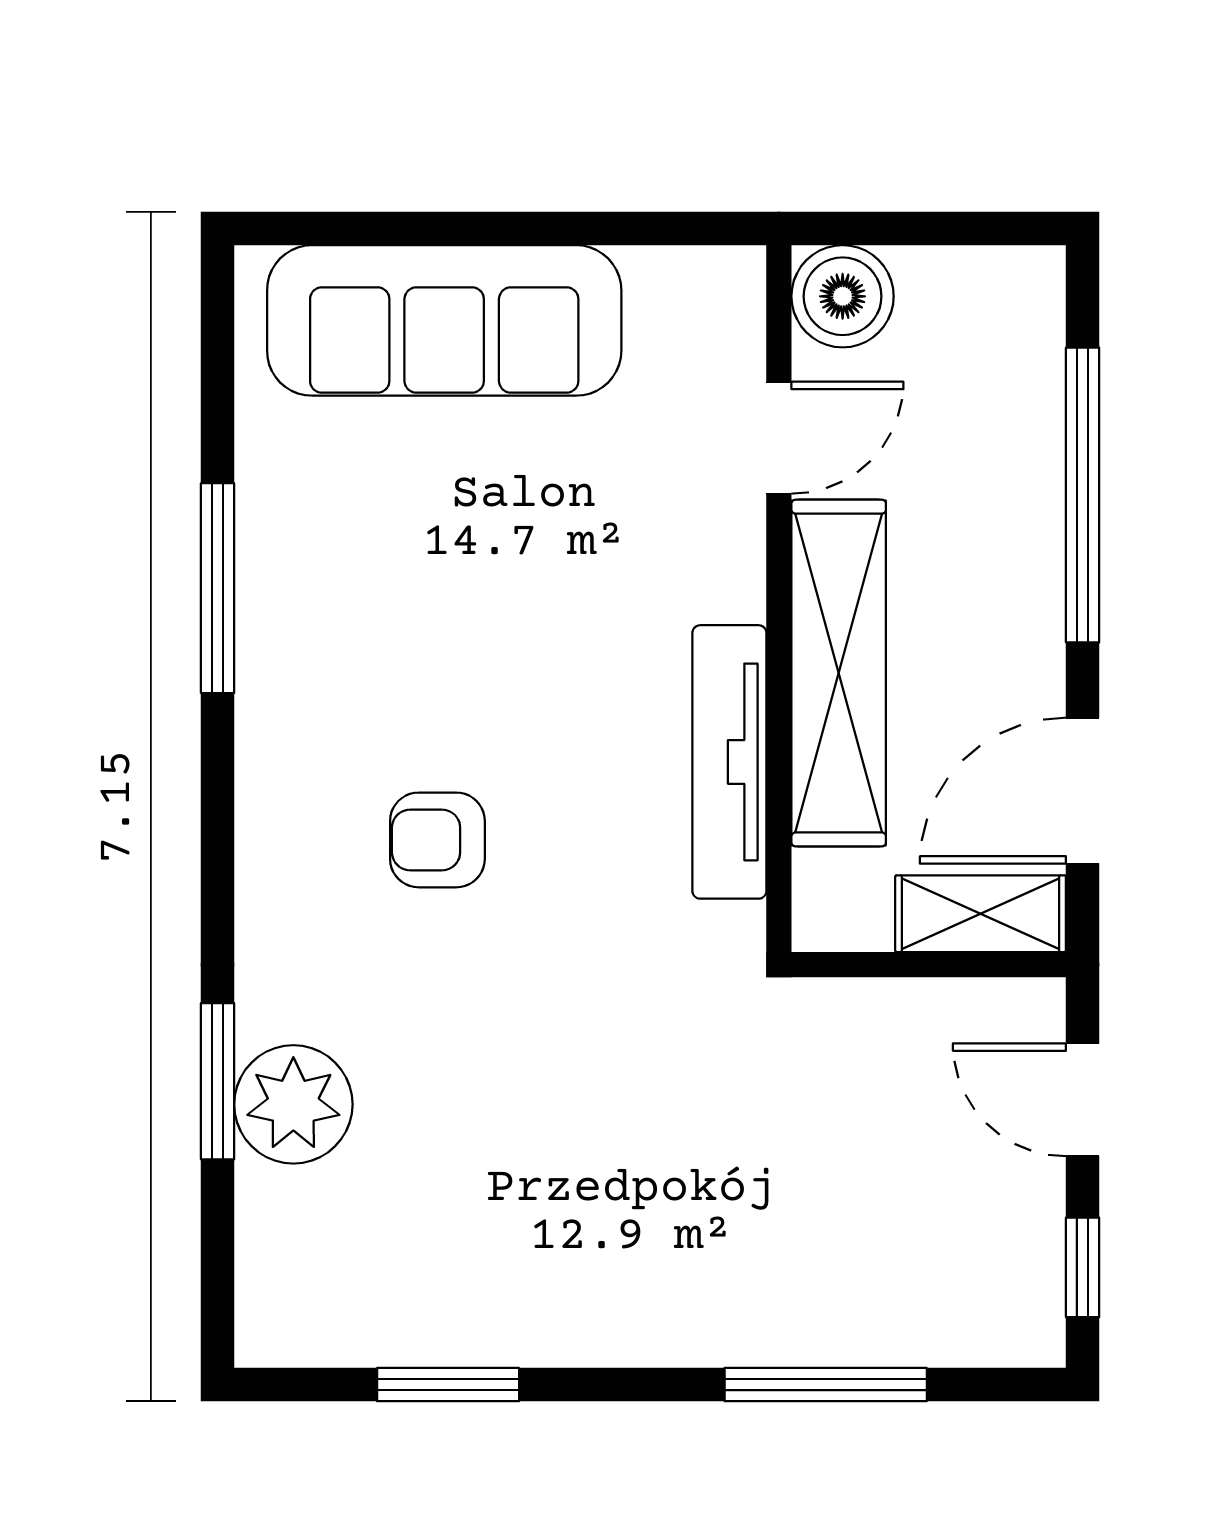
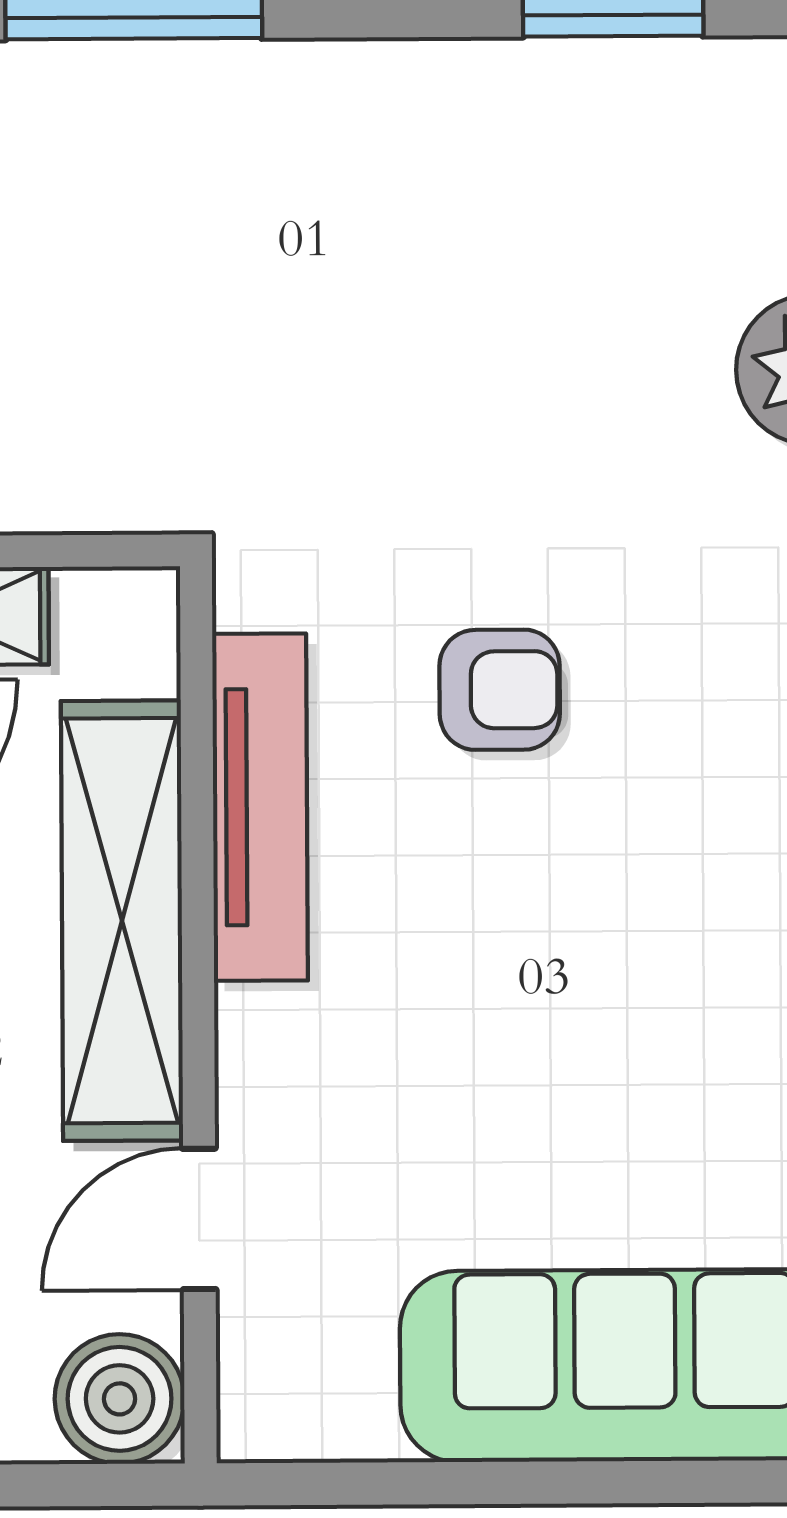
armchair: (437, 840) -> (500, 690), moved

